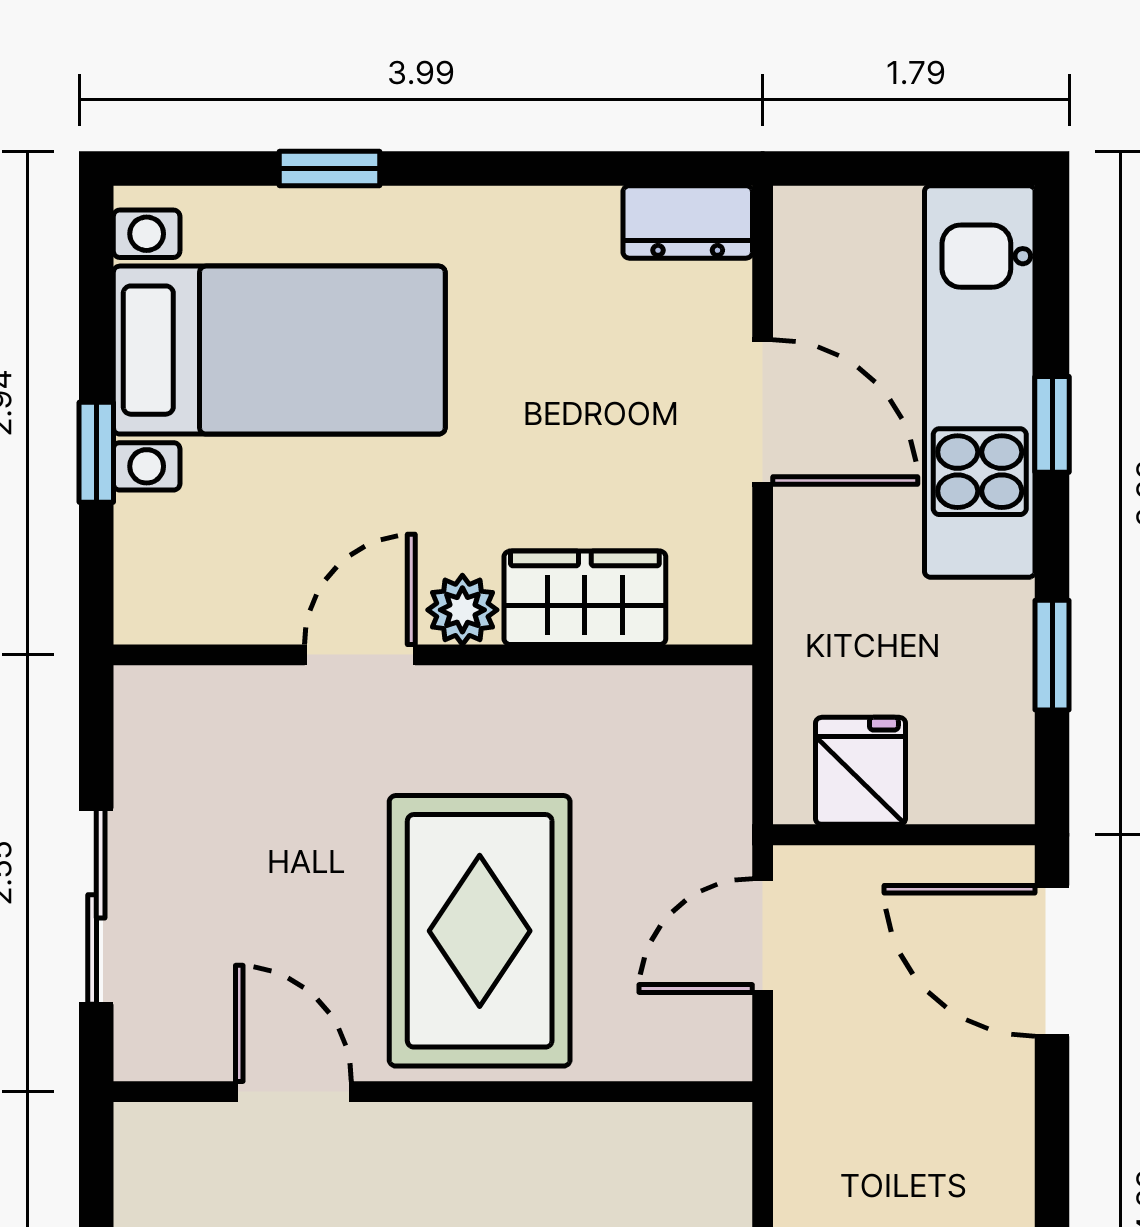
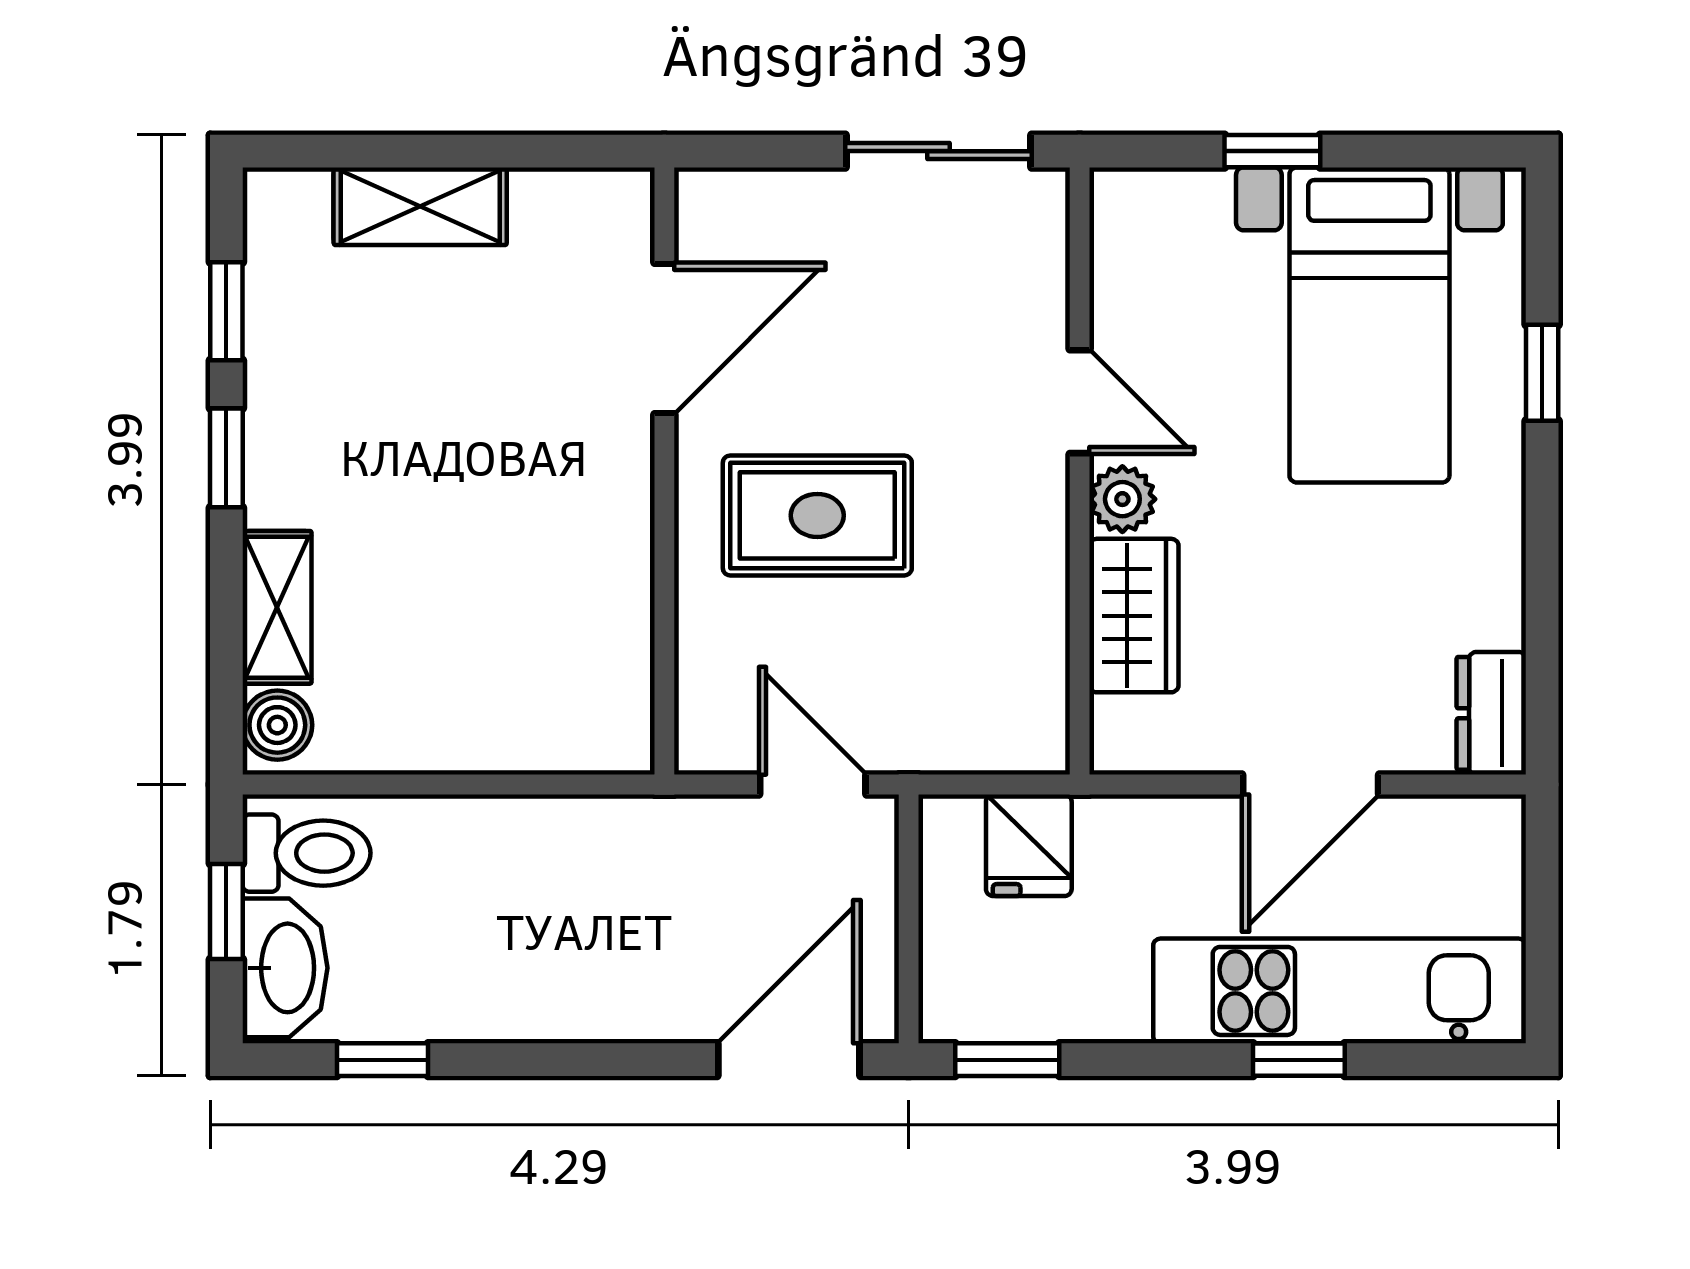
window: (1052, 655) -> (1007, 1060), moved
fridge: (861, 771) -> (1029, 845), moved, turned 90
sliding door: (96, 906) -> (939, 151), moved
rug: (480, 931) -> (817, 515), width x0.73, depth x0.70
door: (293, 1092) -> (664, 338), width x1.38

